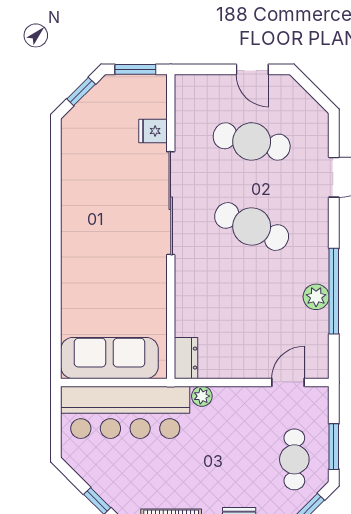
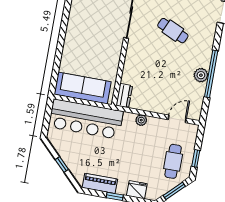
cafe table: (252, 226) -> (173, 31), width x0.73, depth x0.74
plant: (202, 396) -> (141, 120), moved
window: (334, 447) -> (196, 158), width x0.67

